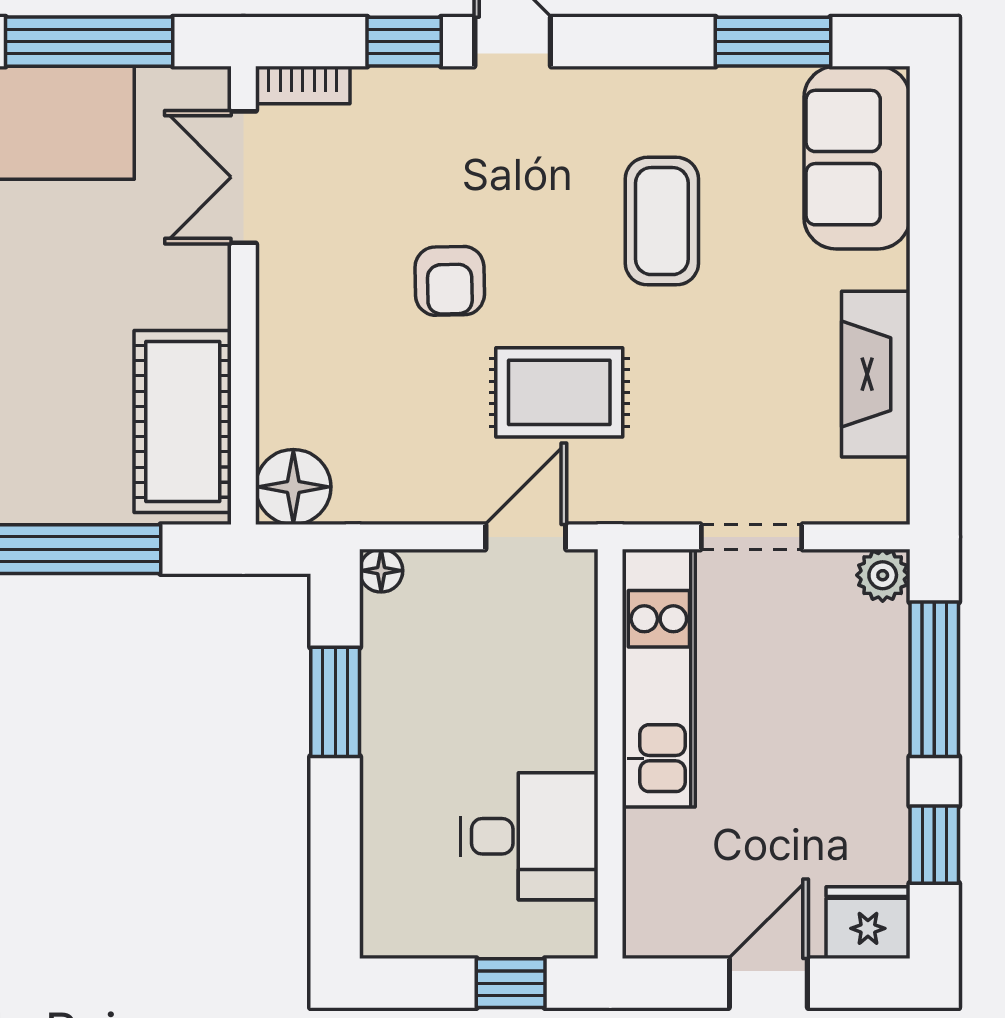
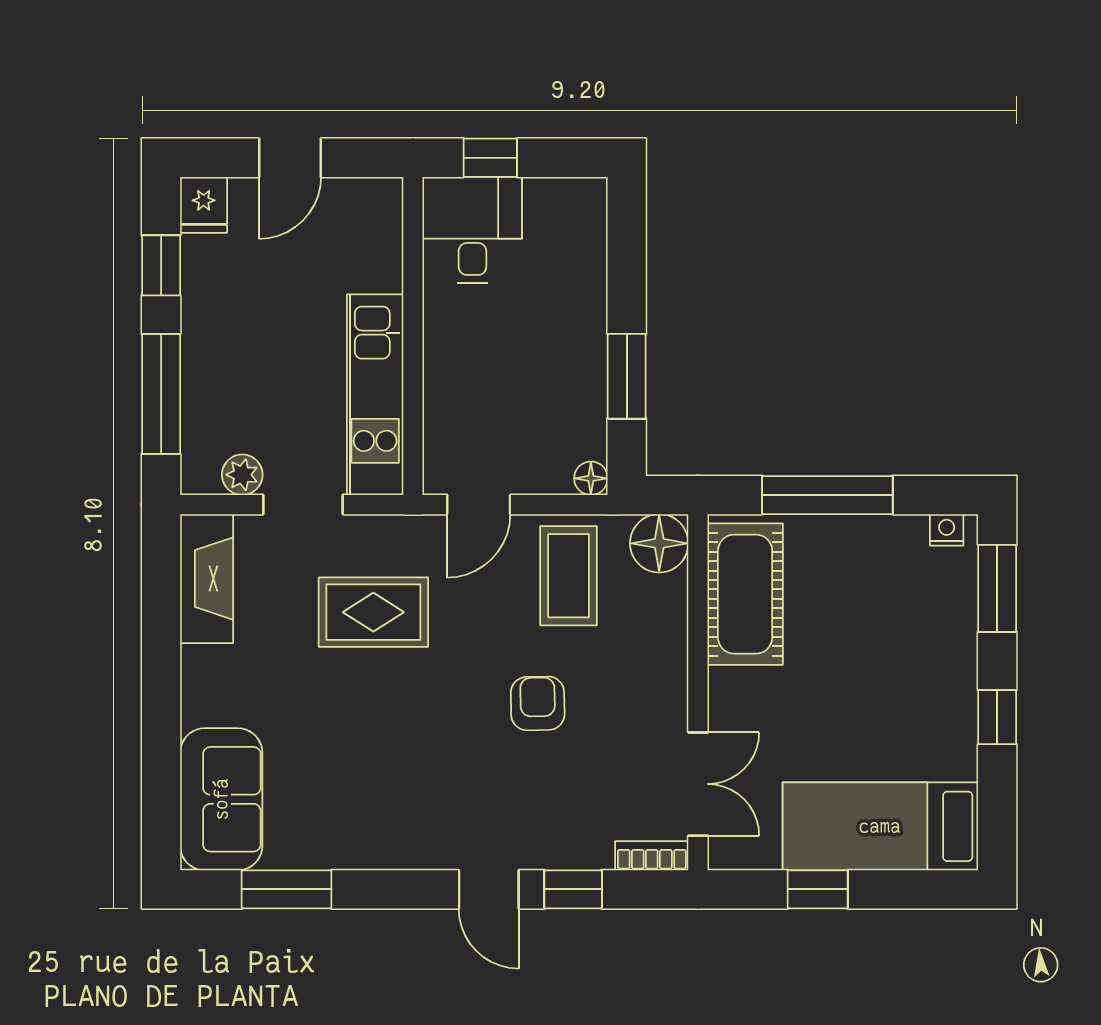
window: (89, 42) -> (818, 889), width x0.46
coffee table: (662, 221) -> (569, 576), moved
fireplace: (876, 374) -> (207, 579), moved
rug: (559, 392) -> (373, 612), moved
plant: (883, 575) -> (242, 475), moved
desk: (529, 836) -> (472, 230), moved, turned 90
fridge: (868, 923) -> (204, 205), width x0.72

